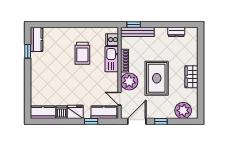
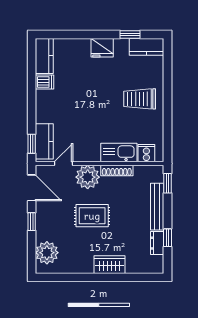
window: (172, 25) -> (168, 238), added
bench: (137, 32) -> (157, 207), moved
trolley: (82, 53) -> (140, 99), moved
wardrobe: (192, 77) -> (109, 265), moved
rug: (157, 78) -> (92, 216), width x0.73, depth x0.70
fridge: (75, 112) -> (102, 48), moved, turned 90
window: (91, 121) -> (32, 144), moved

